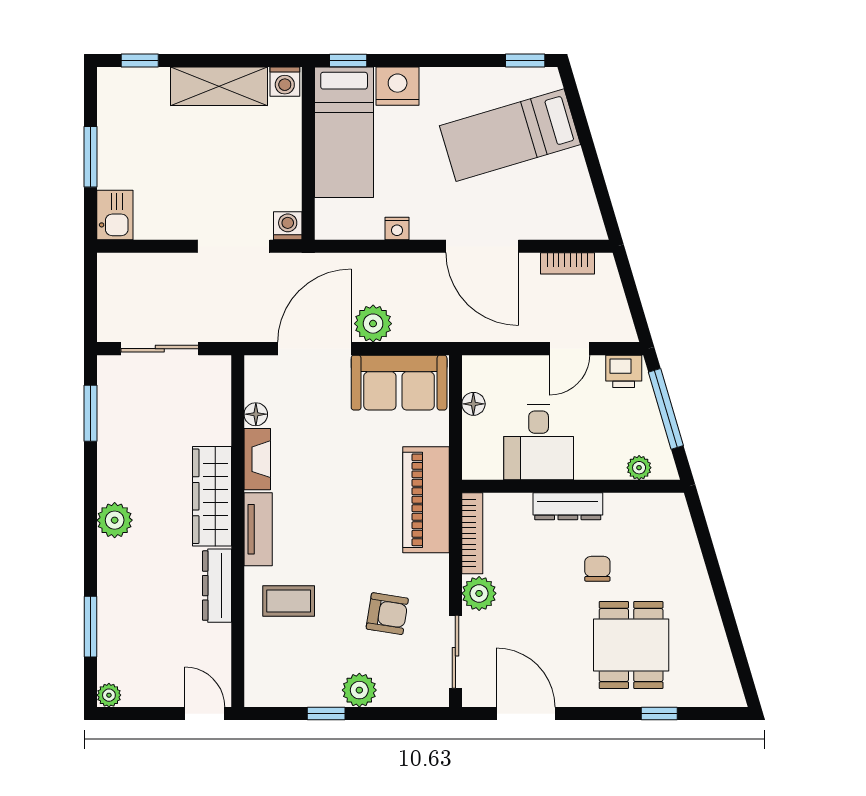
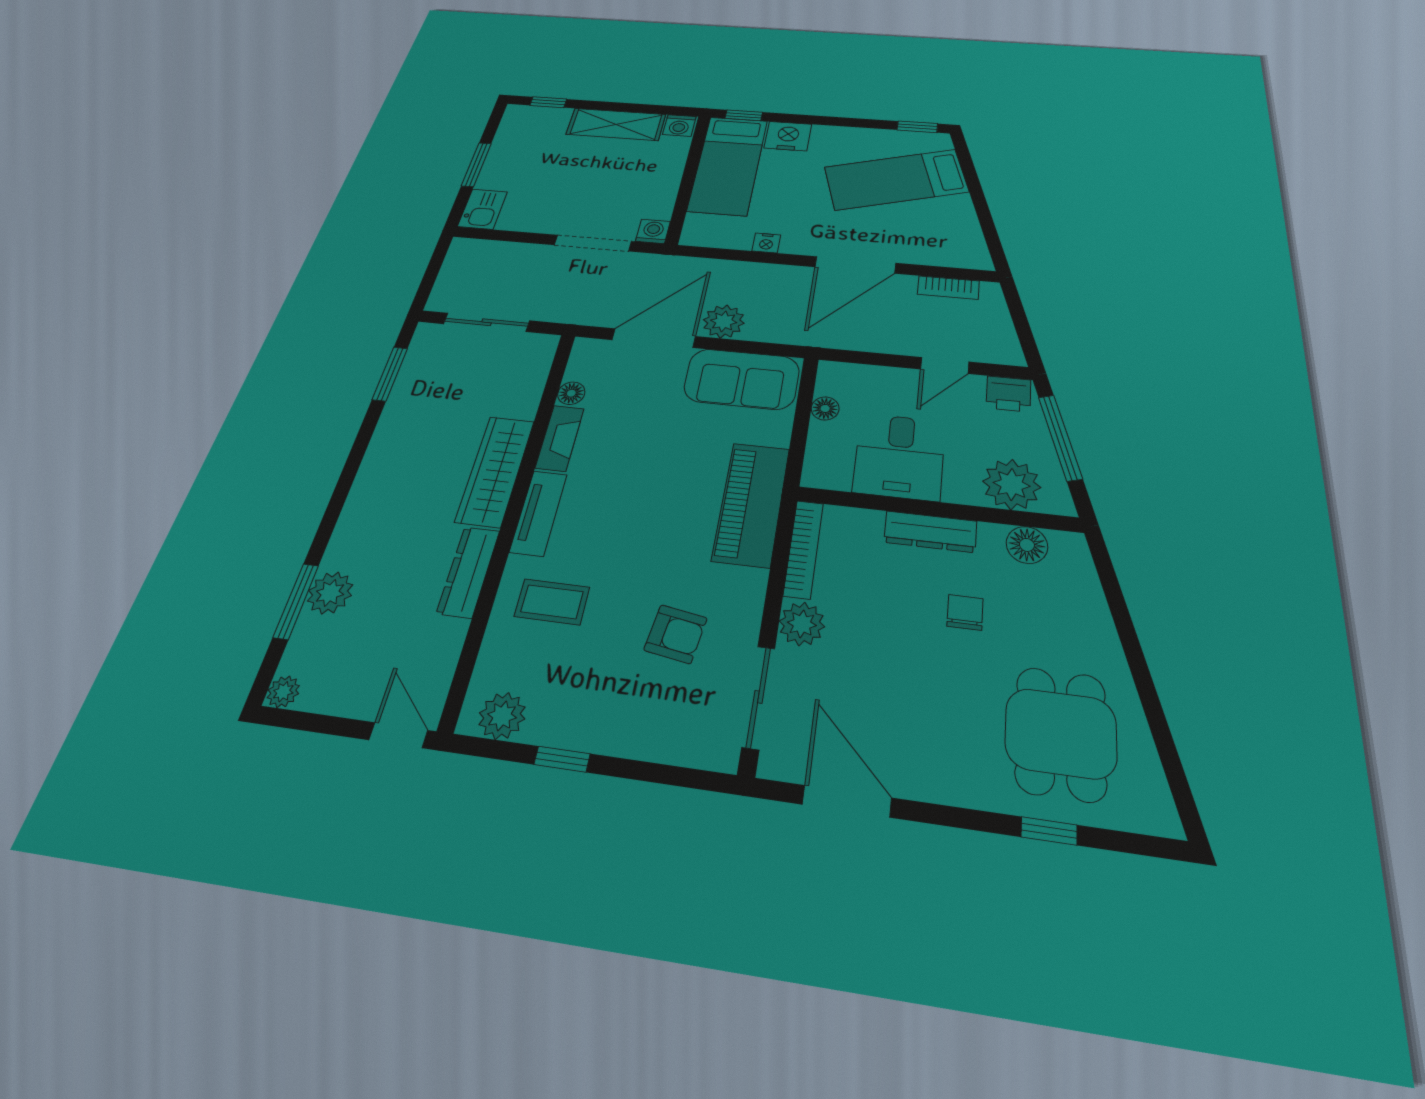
door: (482, 246) -> (855, 265), hinge flipped
plant: (639, 468) -> (1012, 484), width x1.88, depth x1.88
floor lamp: (641, 508) -> (1027, 545), added
plant: (115, 520) -> (330, 593), moved
dining table: (631, 645) -> (1061, 733), moved
plant: (359, 690) -> (502, 716), moved

